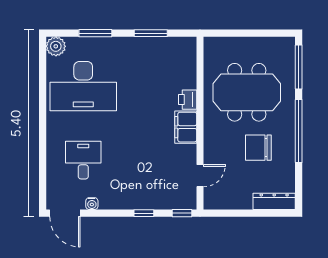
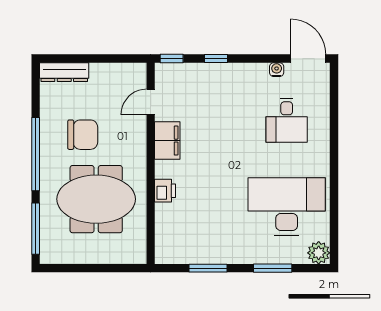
filing cabinet: (186, 127) -> (167, 141), moved

